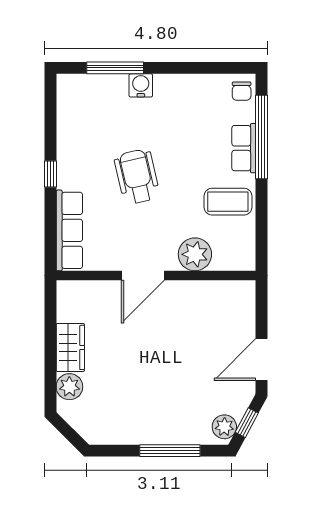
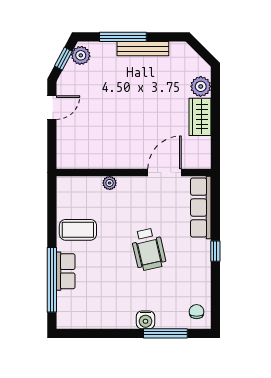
chair: (242, 91) -> (197, 312), moved
plant: (195, 254) -> (110, 183), width x0.53, depth x0.53
door: (143, 276) -> (165, 173), moved
door: (262, 359) -> (52, 108), width x0.73
bench: (144, 435) -> (143, 49), added

